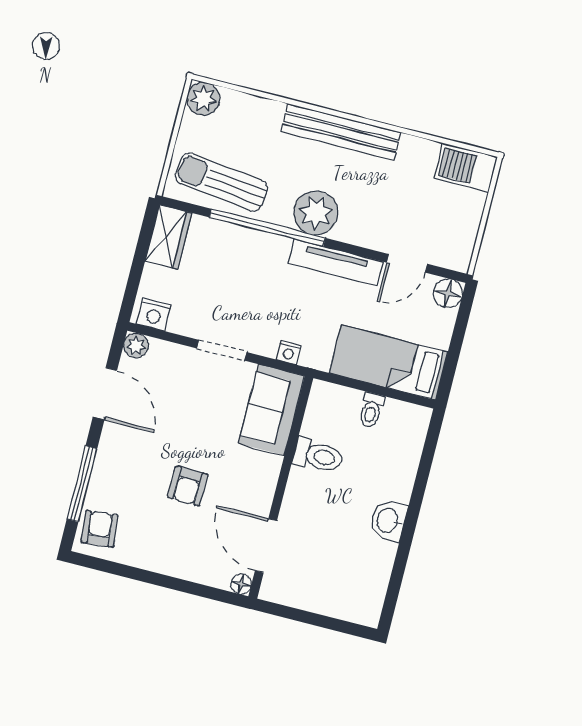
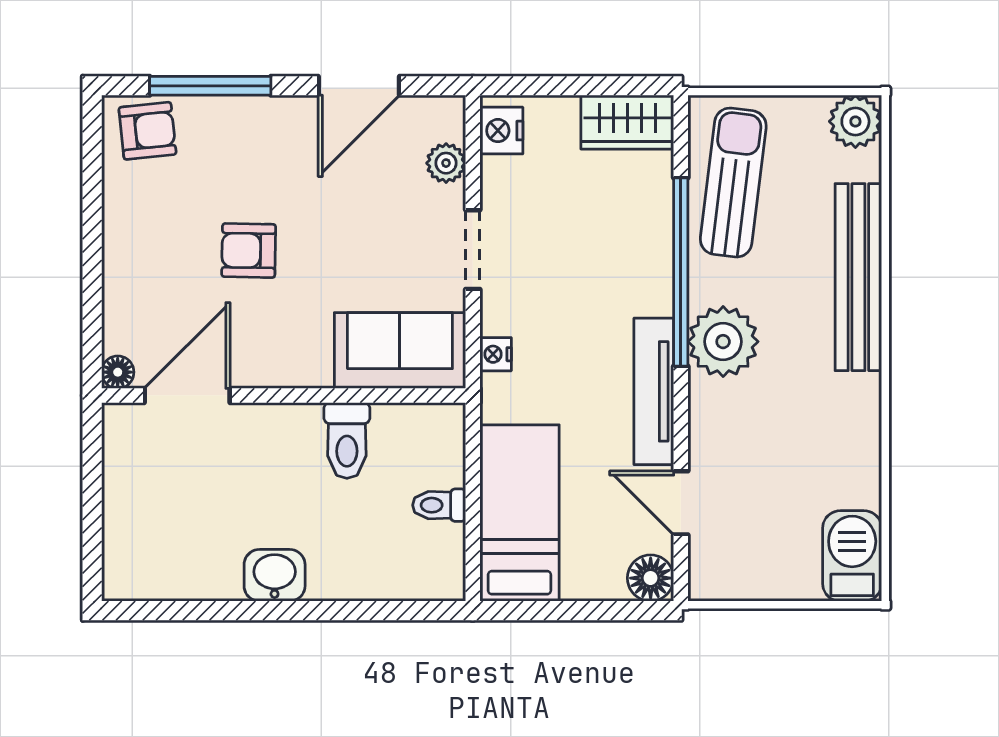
bench: (341, 132) -> (858, 277), moved
plant: (136, 346) -> (446, 163), moved

